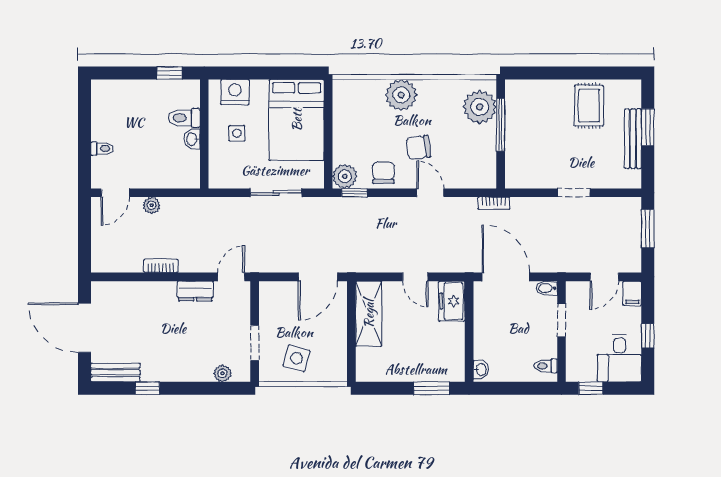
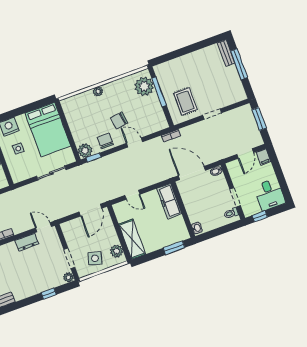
plant: (401, 95) -> (98, 91), width x0.53, depth x0.53
rug: (589, 106) -> (185, 101), moved
window: (648, 127) -> (239, 64), width x1.44
bench: (633, 139) -> (226, 53), moved, width x0.73
door: (231, 277) -> (44, 227), hinge flipped
door: (415, 277) -> (132, 195), moved
freezer: (452, 301) -> (169, 201), width x1.40
shelving: (369, 314) -> (132, 239), moved
doorway: (562, 320) -> (235, 197), moved
window: (648, 336) -> (280, 177), removed
plant: (336, 359) -> (117, 251), added
plant: (222, 373) -> (68, 277), moved
window: (147, 388) -> (49, 294), moved

